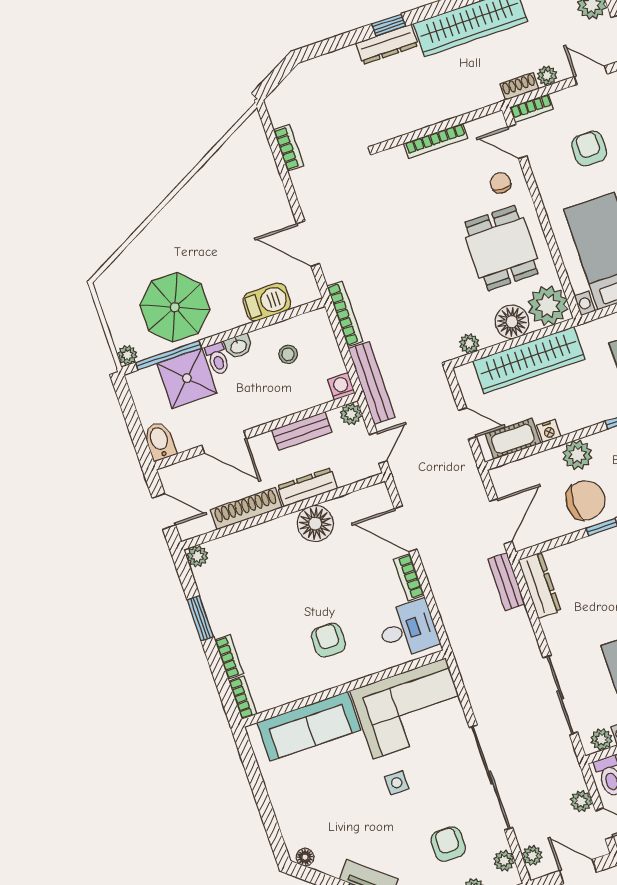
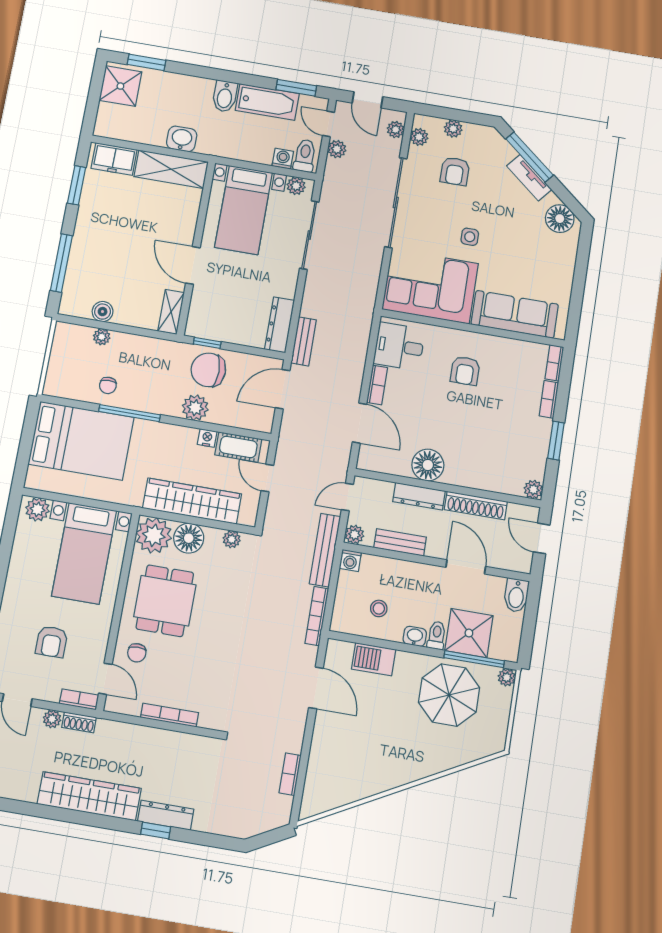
floor lamp: (305, 857) -> (560, 219), width x1.89, depth x1.89

